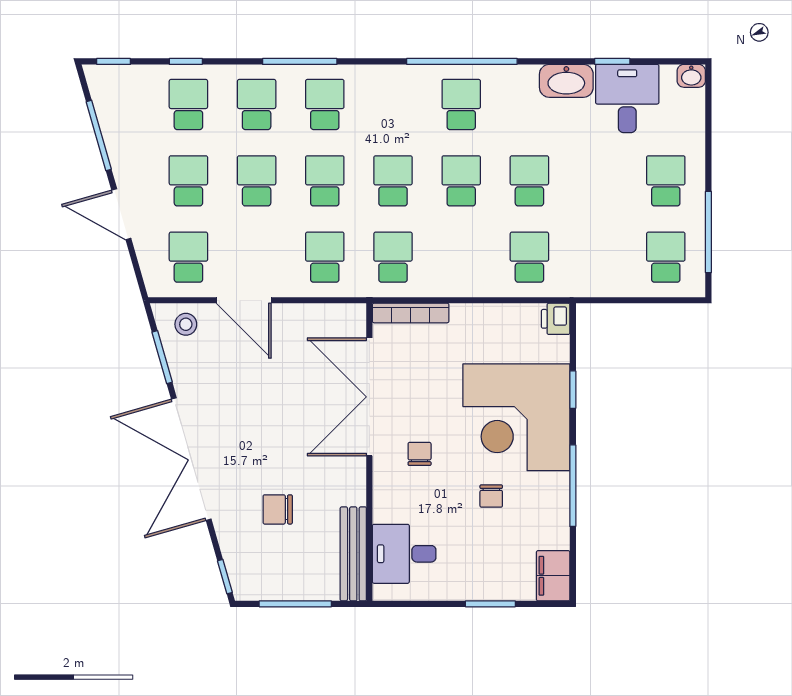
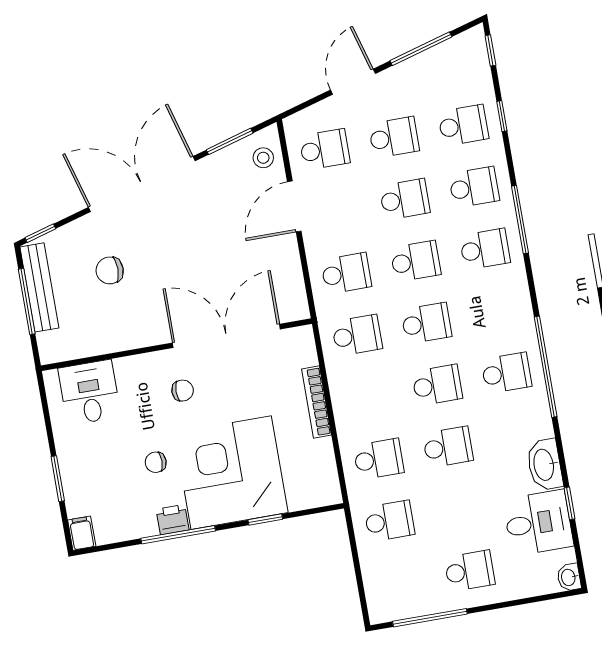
school desk: (666, 257) -> (389, 521), moved
bookcase: (411, 313) -> (316, 402), moved
printer: (556, 319) -> (173, 520), moved
chair: (278, 509) -> (110, 270), turned -90
bench: (353, 554) -> (39, 287), moved, turned 90
filing cabinet: (553, 576) -> (82, 533), width x0.50

